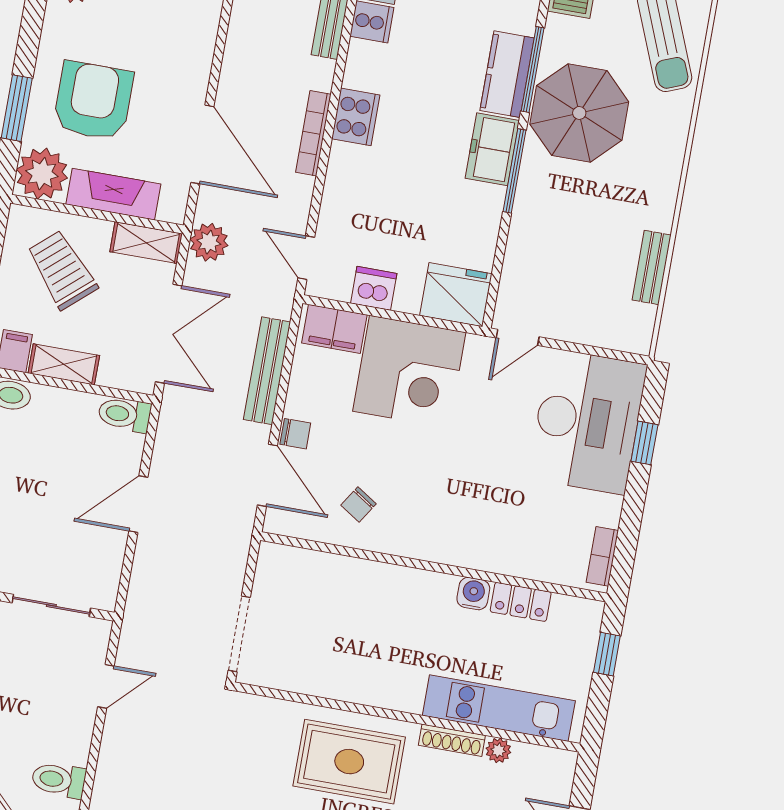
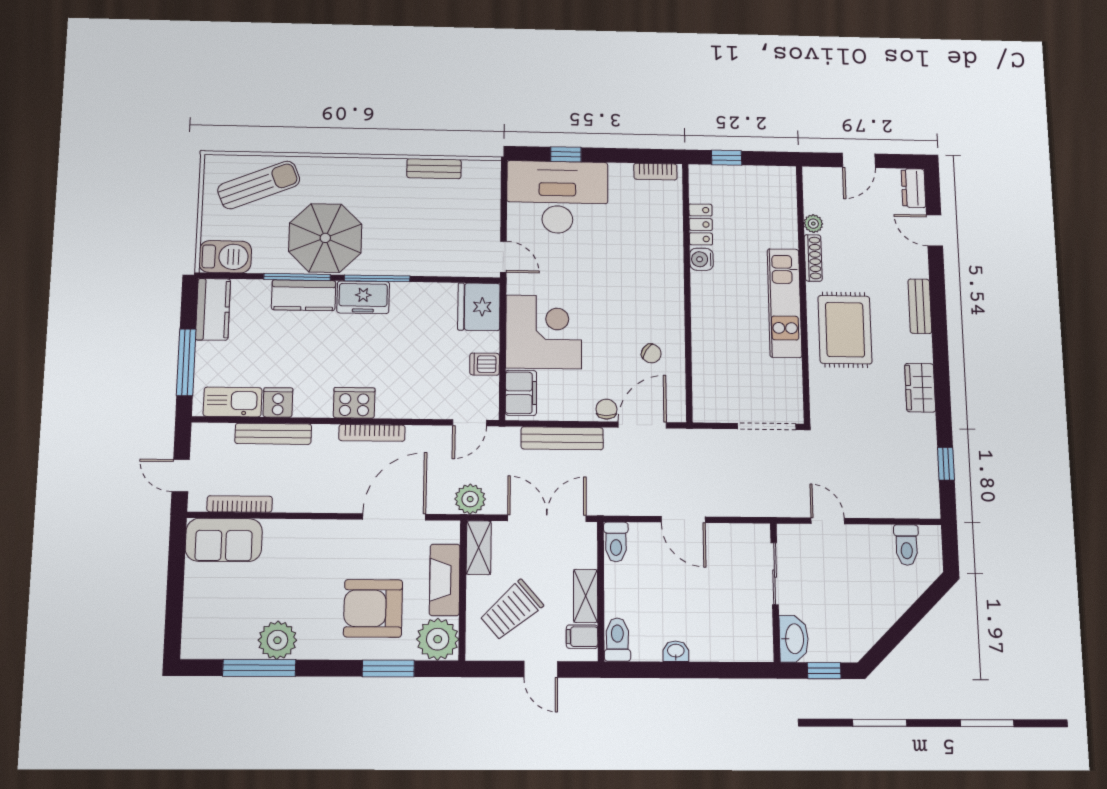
dishwasher: (374, 288) -> (485, 364), width x0.73
kitchen unit: (499, 708) -> (784, 303), moved

